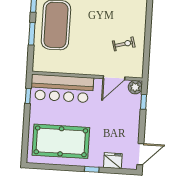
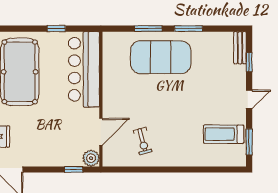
door: (114, 78) -> (101, 132), swing flipped
window: (28, 96) -> (56, 29), moved

